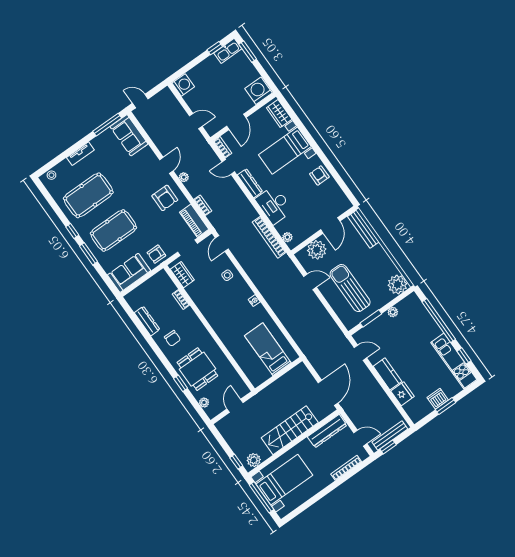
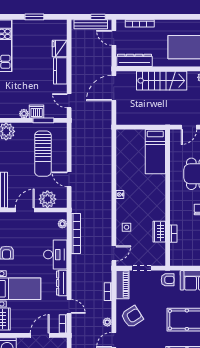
armchair: (165, 198) -> (132, 317), turned 57
wardrobe: (182, 275) -> (159, 232), moved
bed: (268, 349) -> (155, 152), moved
dishwasher: (438, 399) -> (37, 112), moved, turned 180

